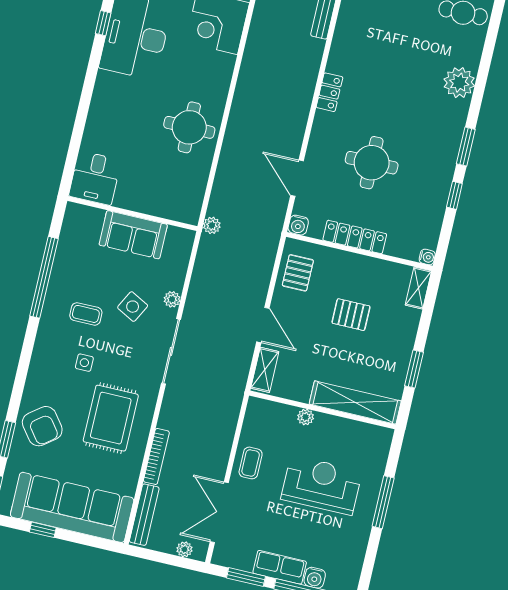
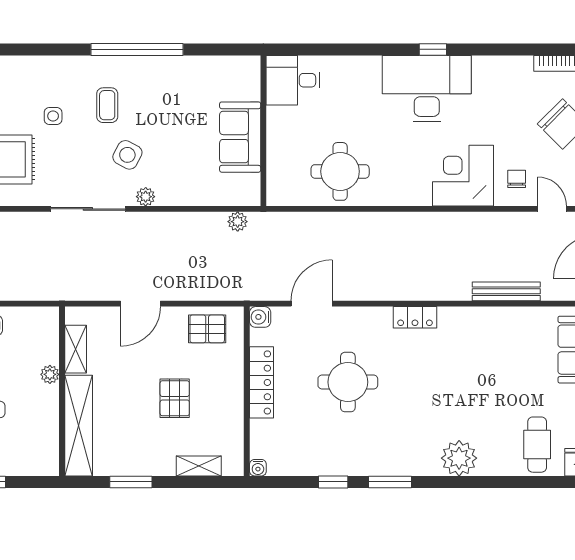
desk: (95, 178) -> (293, 80), moved
wall: (132, 214) -> (263, 131), moved
sofa: (133, 235) -> (240, 137), moved
shelving: (418, 288) -> (199, 466), moved
shelving: (265, 370) -> (76, 349), moved, turned 90

